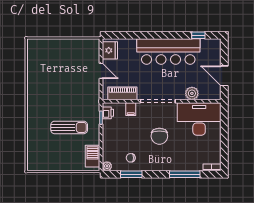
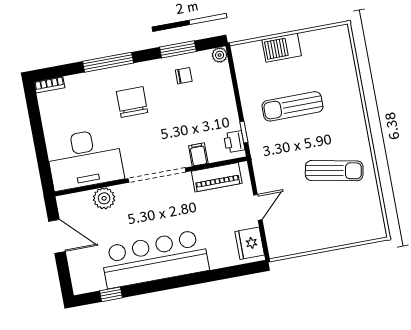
door: (101, 71) -> (258, 207), swing flipped
sun lounger: (51, 84) -> (334, 171), added
chair: (159, 136) -> (132, 102), moved
barbecue: (93, 156) -> (282, 48), moved, turned 90
window: (185, 174) -> (108, 62), moved

